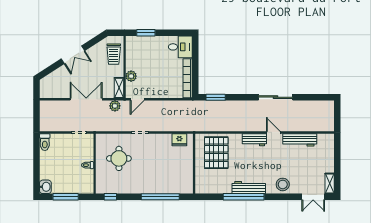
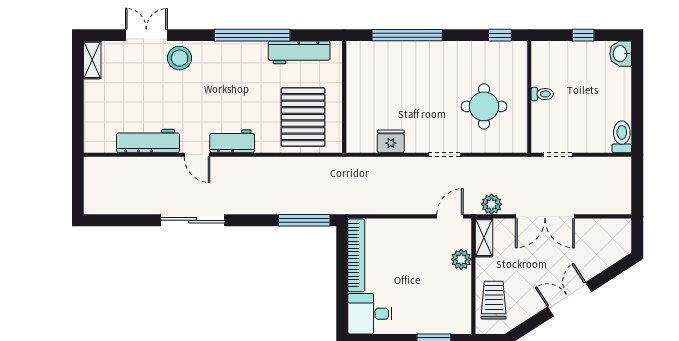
window: (216, 97) -> (304, 220), width x1.44
fridge: (179, 140) -> (391, 141), moved
workbench: (249, 187) -> (299, 52), moved
window: (66, 197) -> (583, 35), width x0.46
double door: (313, 197) -> (146, 35), moved

